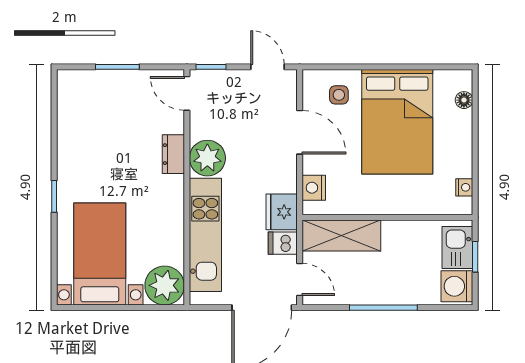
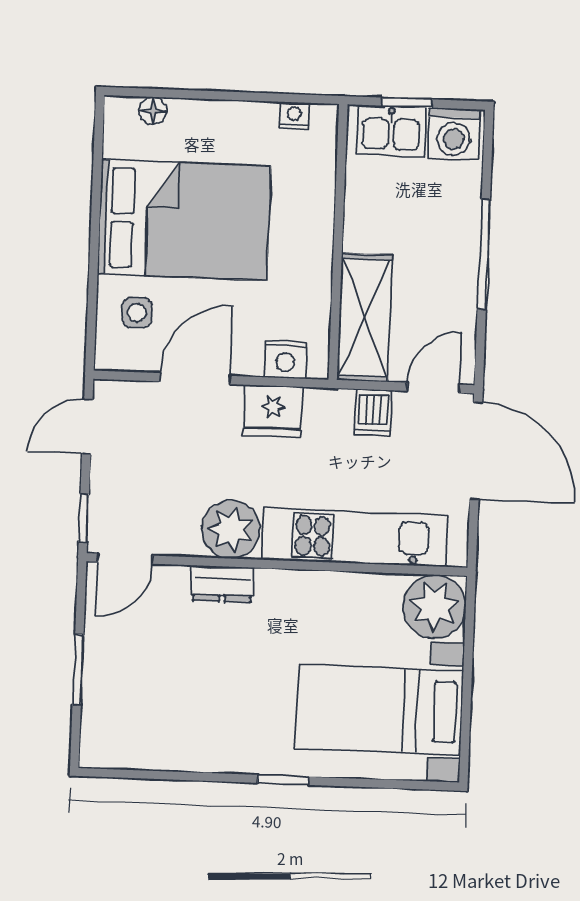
fridge: (282, 212) -> (273, 411), moved

